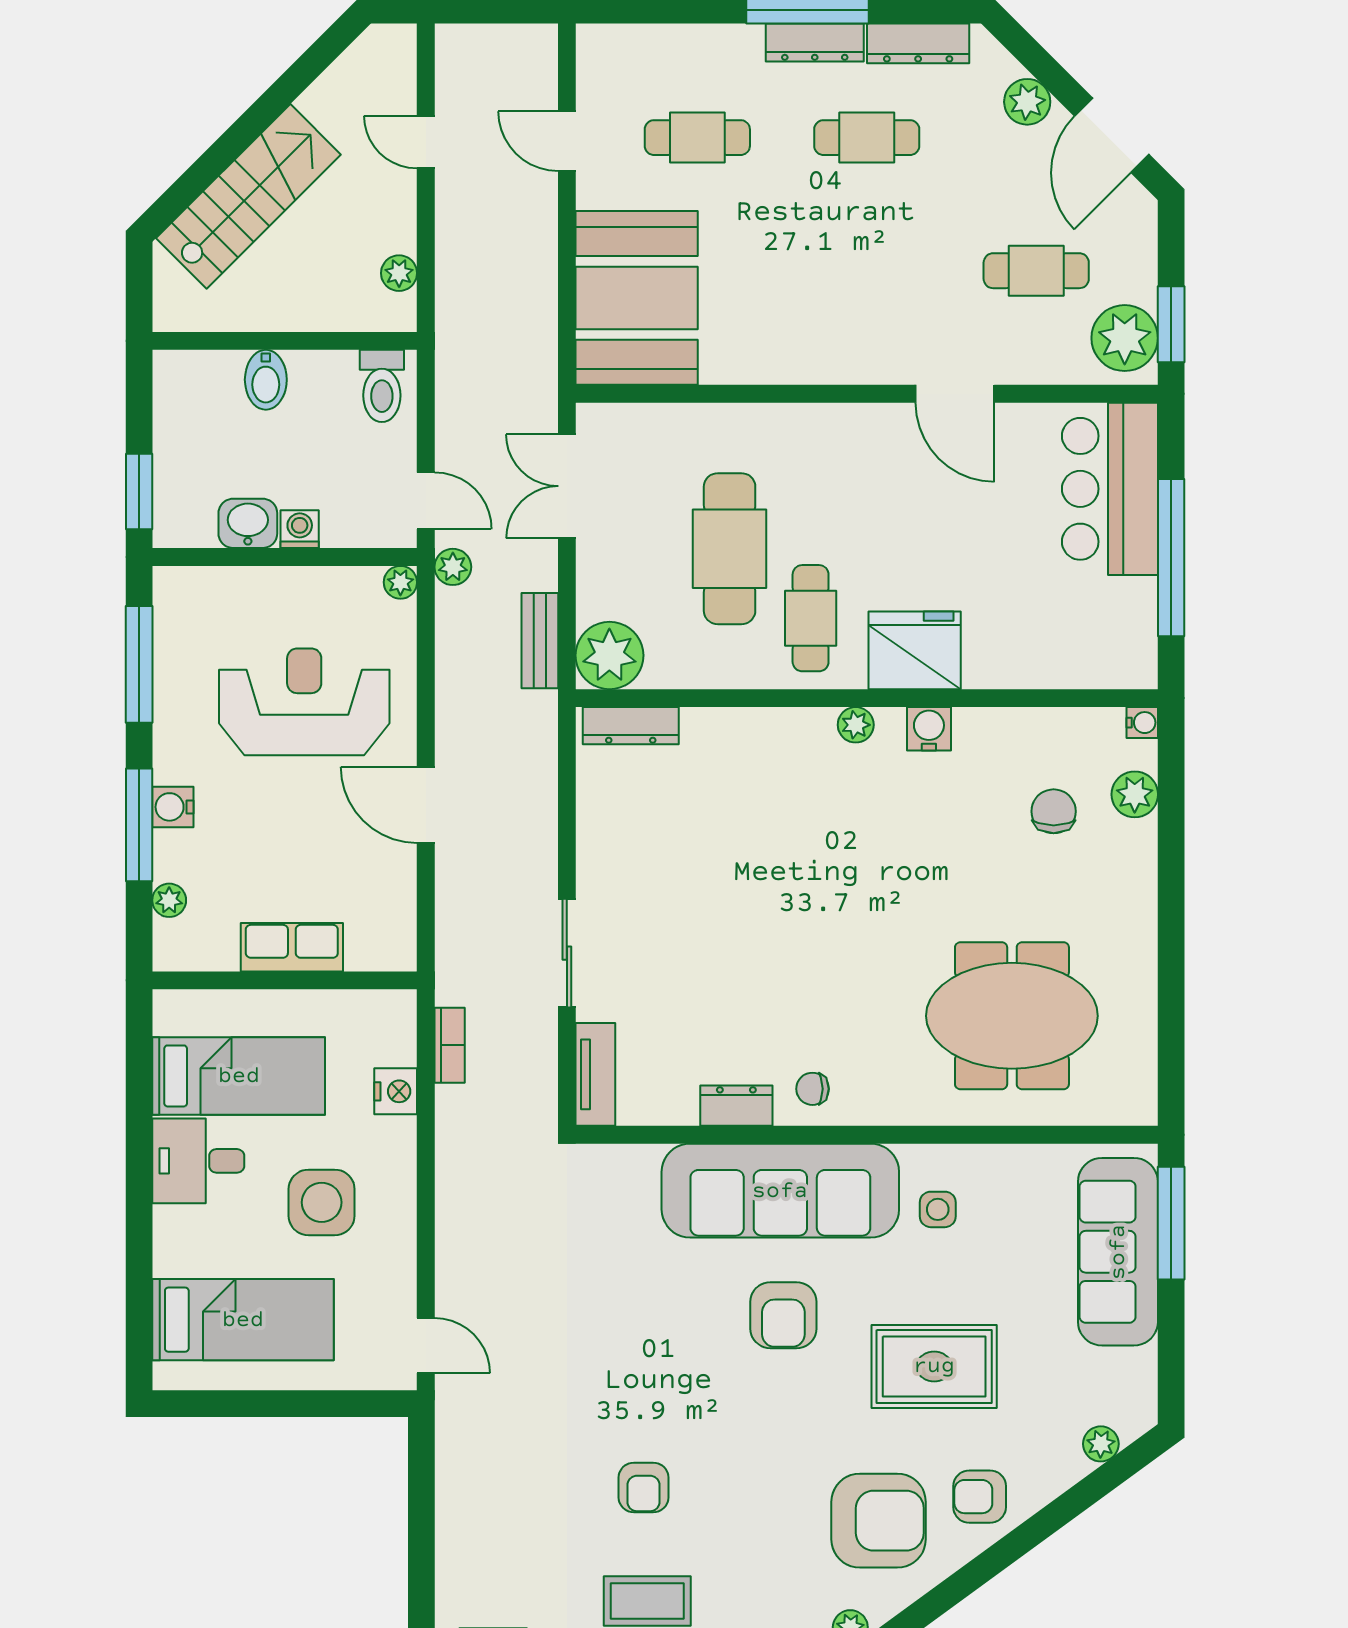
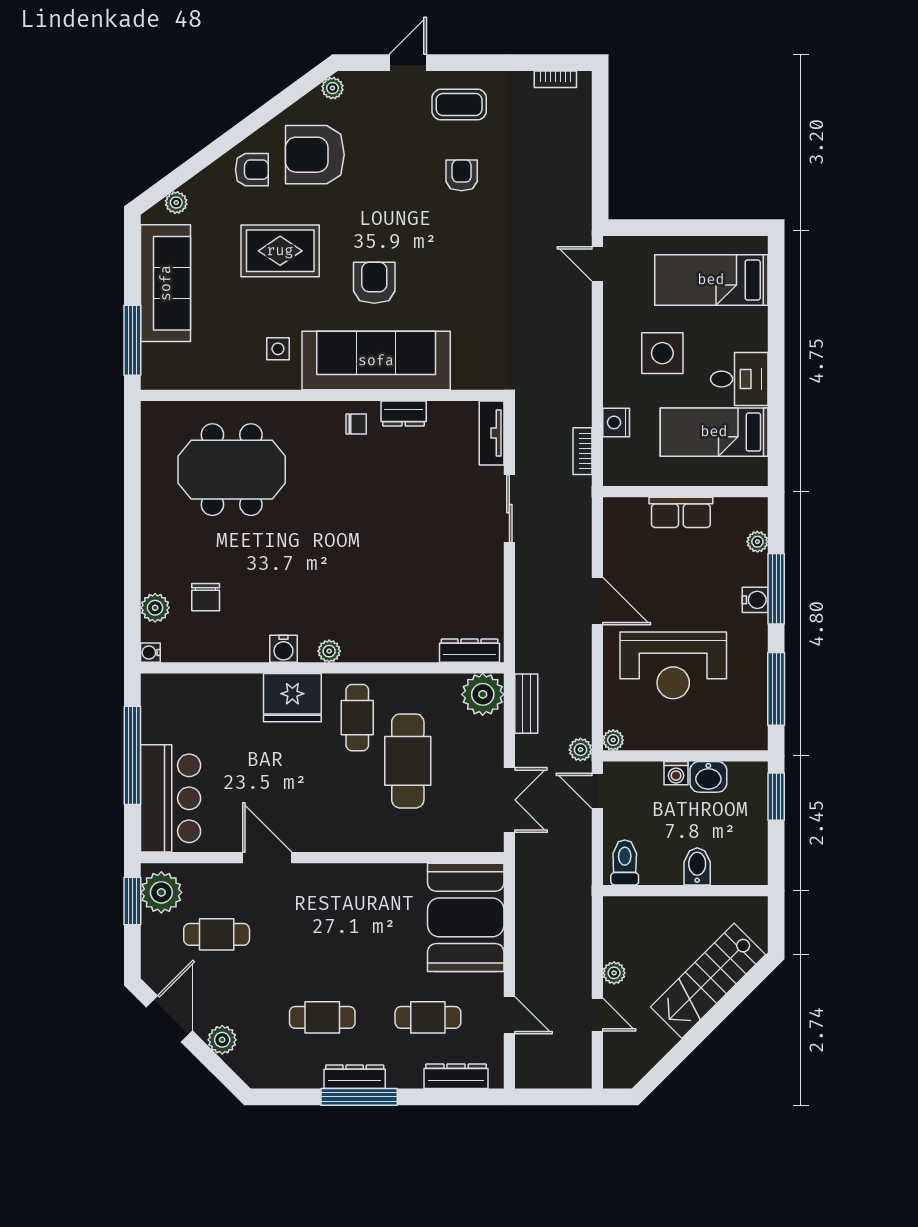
dresser: (918, 43) -> (456, 1076), moved
plant: (399, 273) -> (614, 973), moved
sofa: (1118, 1252) -> (166, 283), moved

